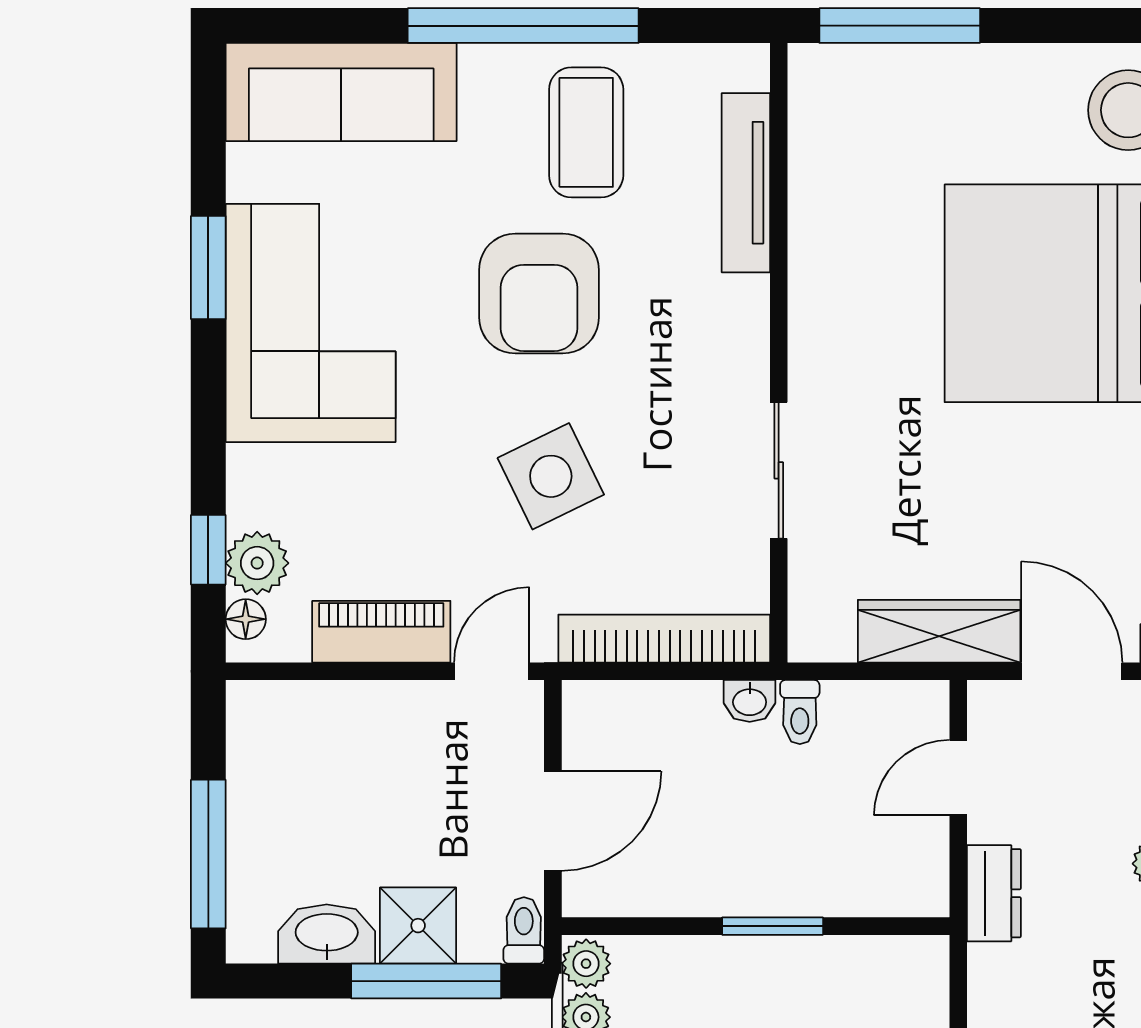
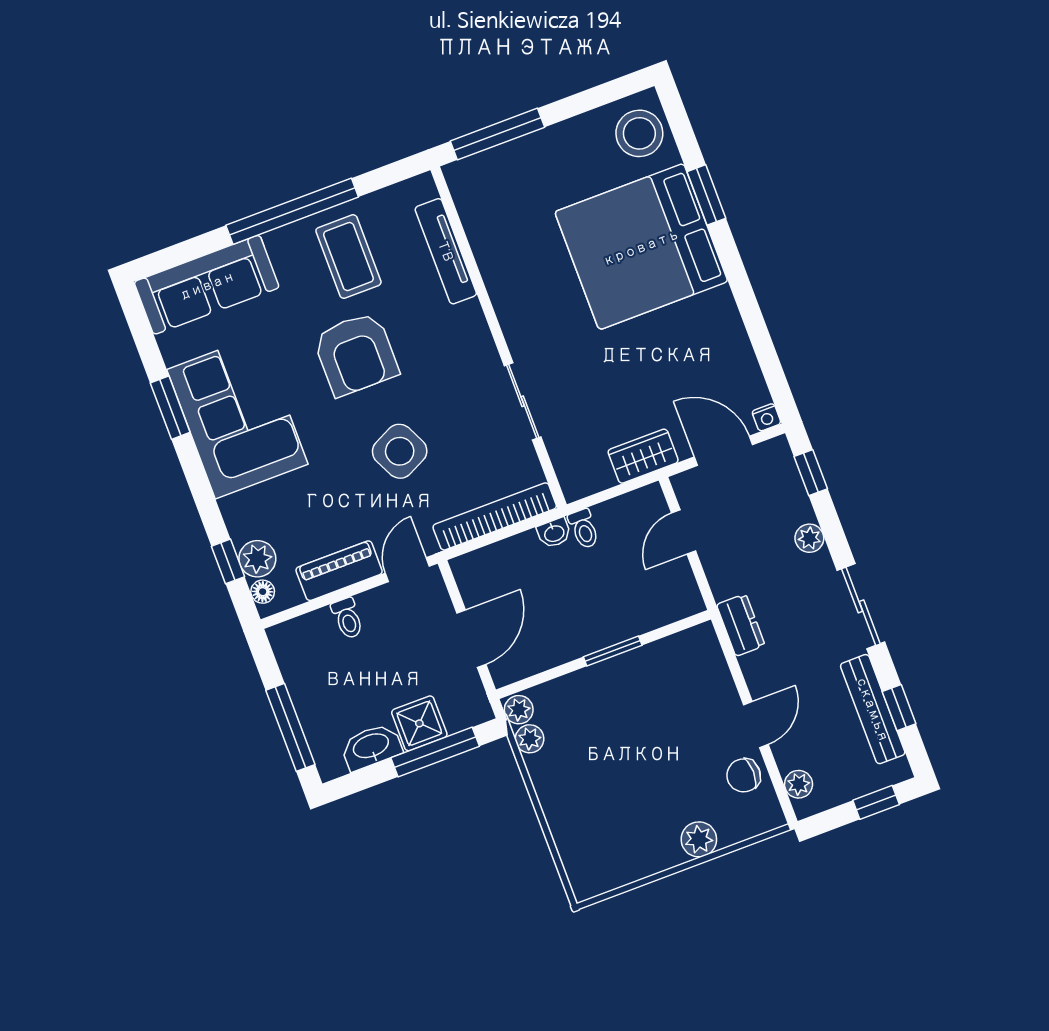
wardrobe: (939, 631) -> (643, 456), width x0.67
dresser: (994, 893) -> (741, 625), moved
toilet: (524, 930) -> (347, 618), moved, turned 180

